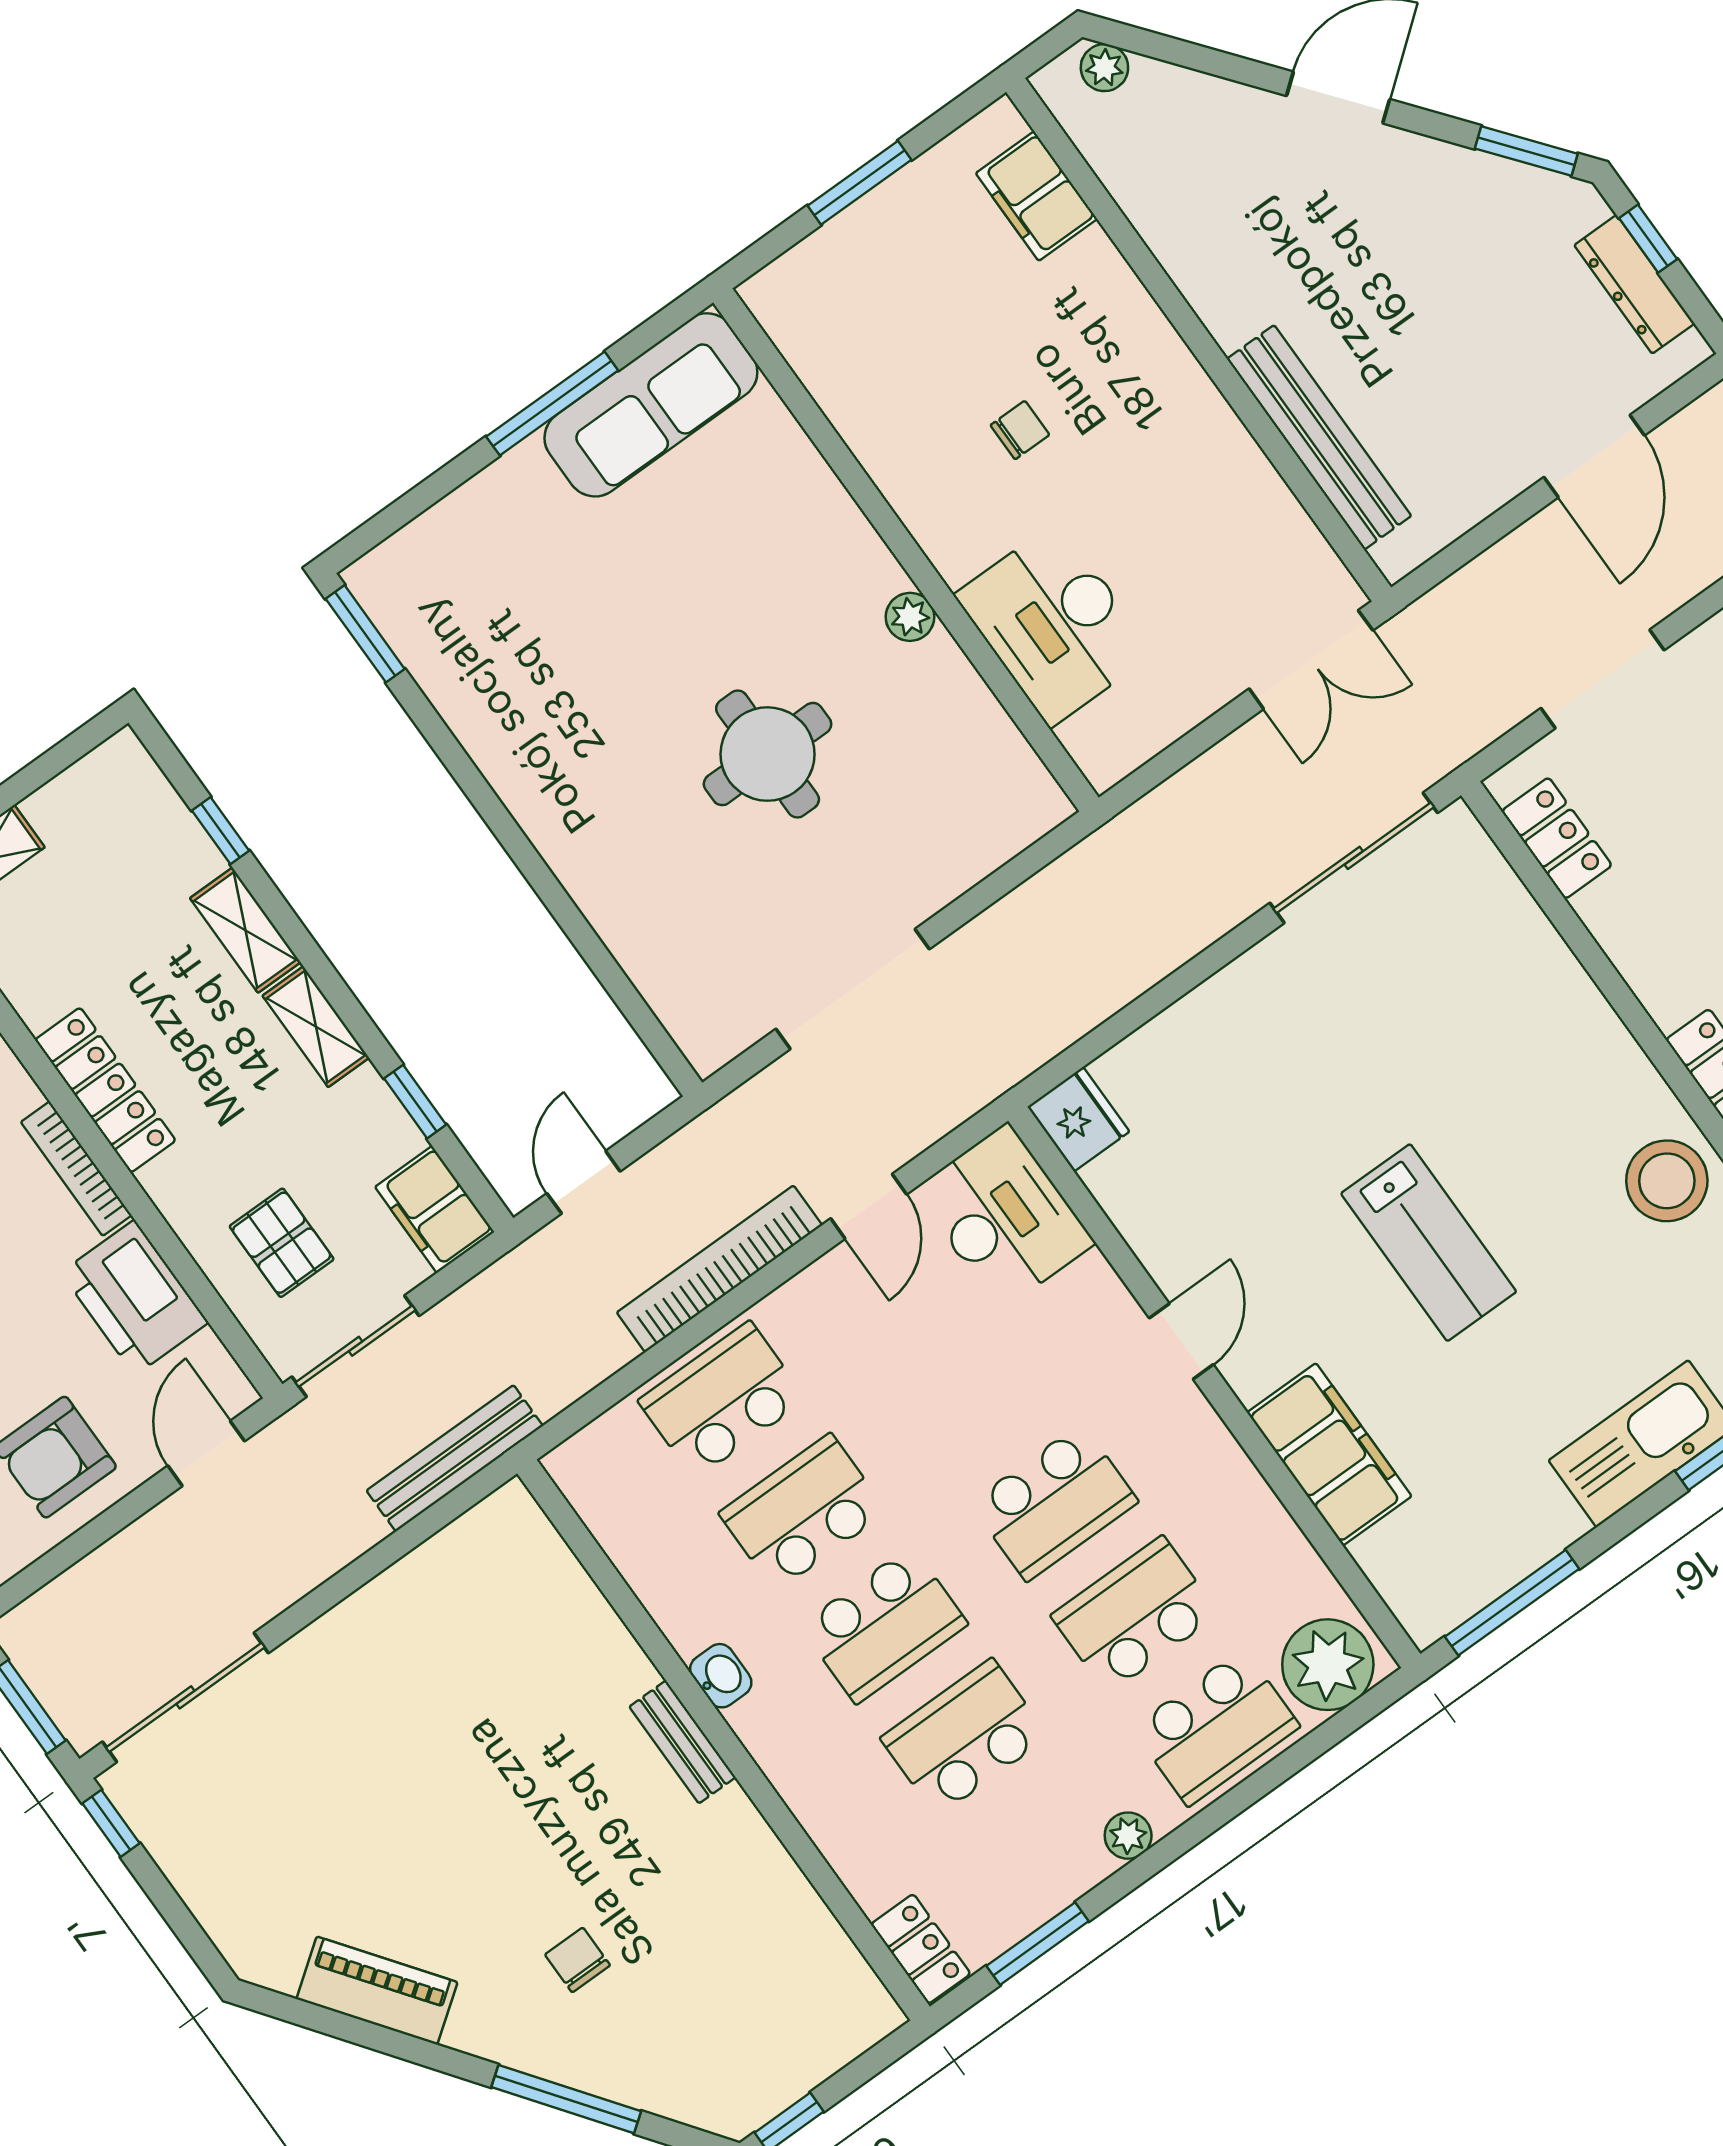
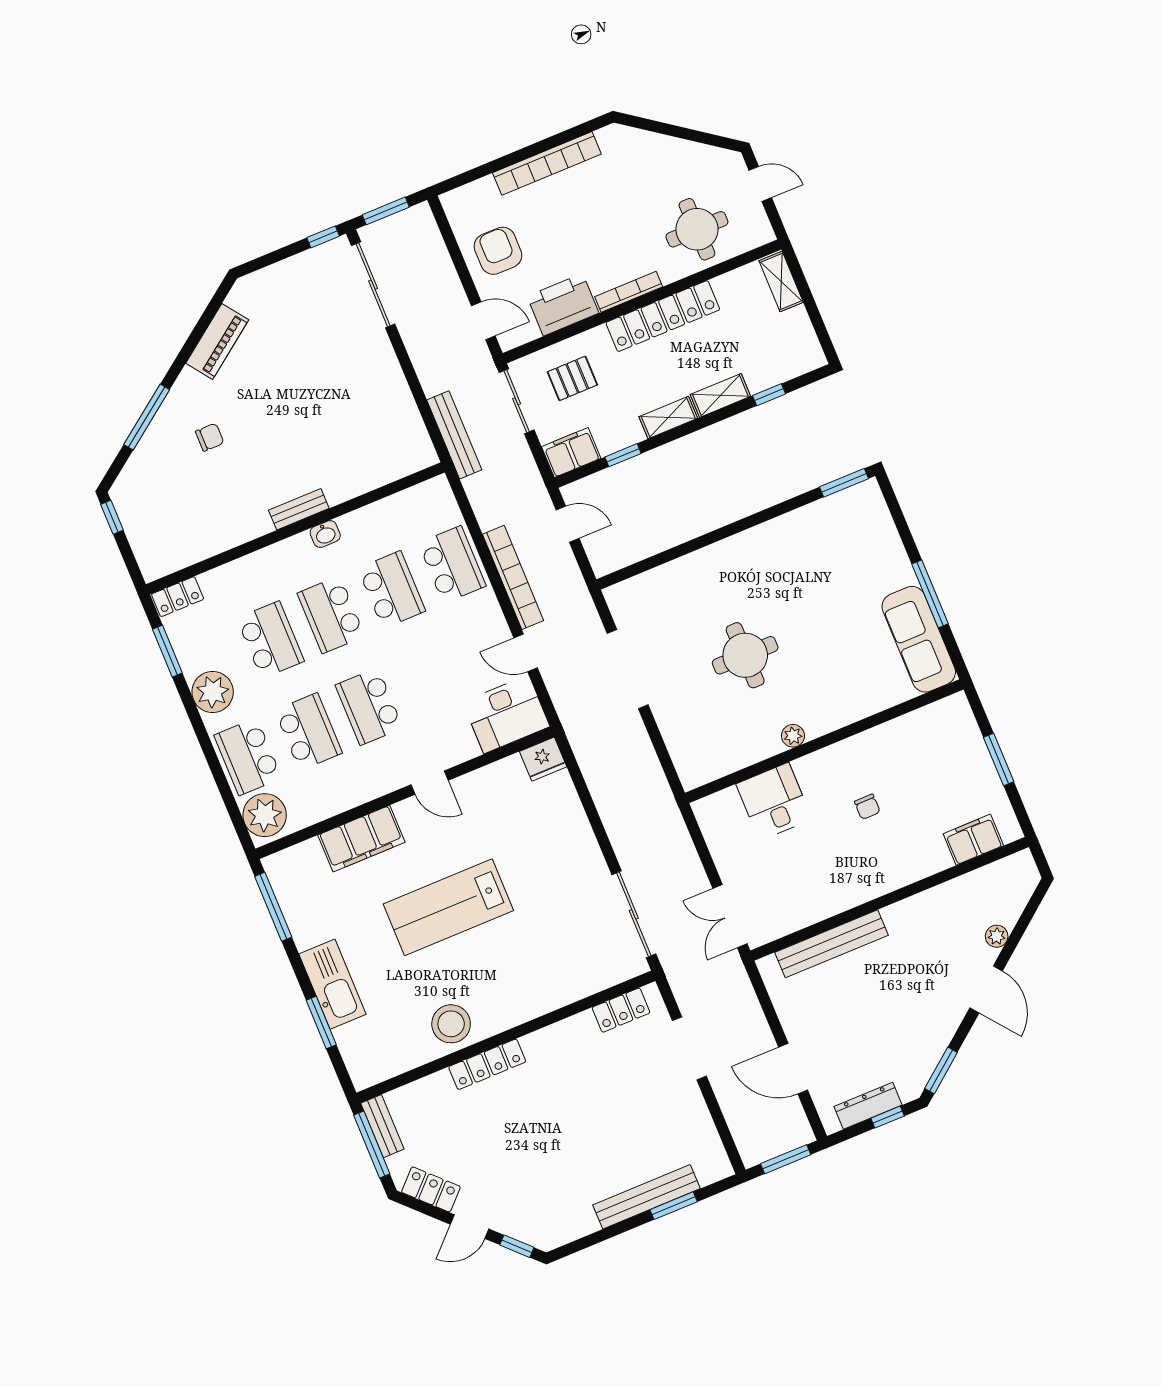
plant: (1104, 68) -> (997, 936), moved
desk: (1054, 624) -> (774, 801), width x0.73
locker: (105, 1090) -> (663, 316), width x1.41, depth x1.21
lab bench: (1429, 1243) -> (448, 907), width x1.36, depth x1.39
plant: (1128, 1836) -> (213, 692), width x1.88, depth x1.88

